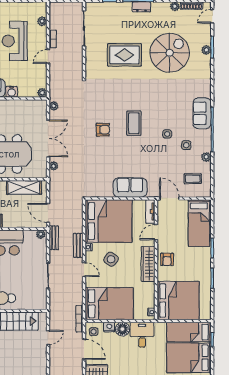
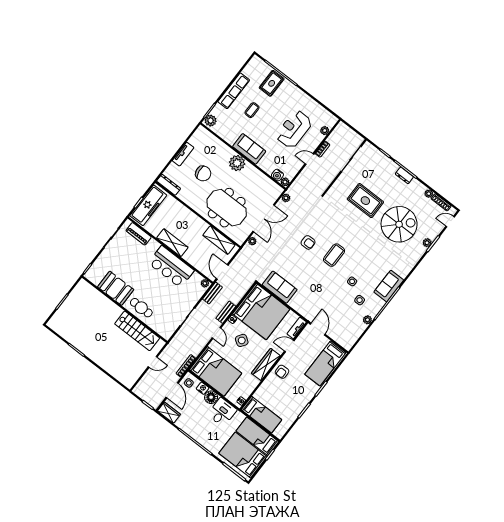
water cooler: (12, 92) -> (277, 175), moved
coffee table: (193, 179) -> (346, 328), removed
sofa: (130, 188) -> (280, 287), moved
bed: (178, 301) -> (262, 415), width x0.49

